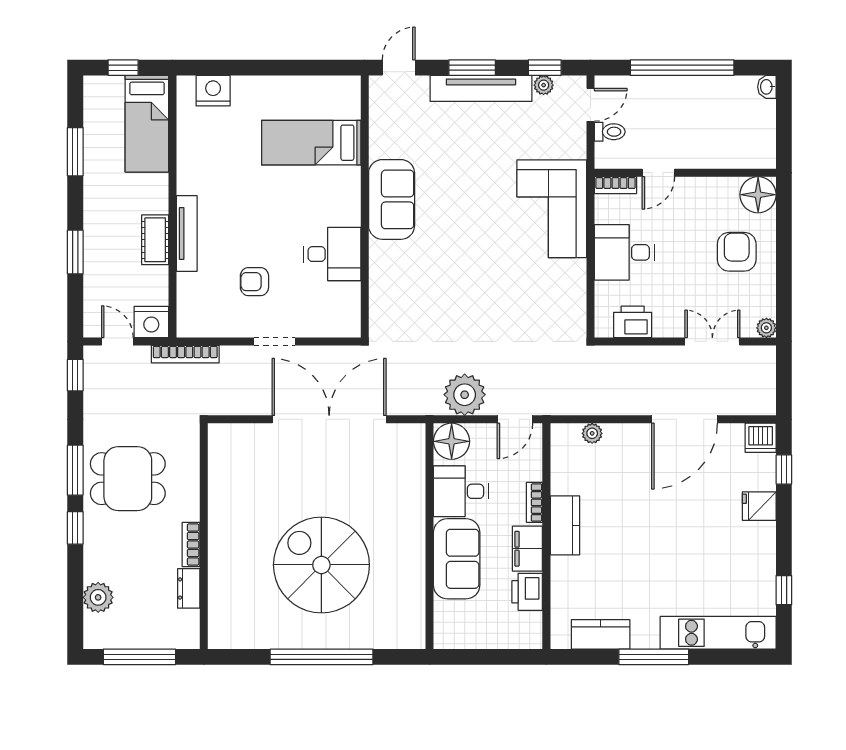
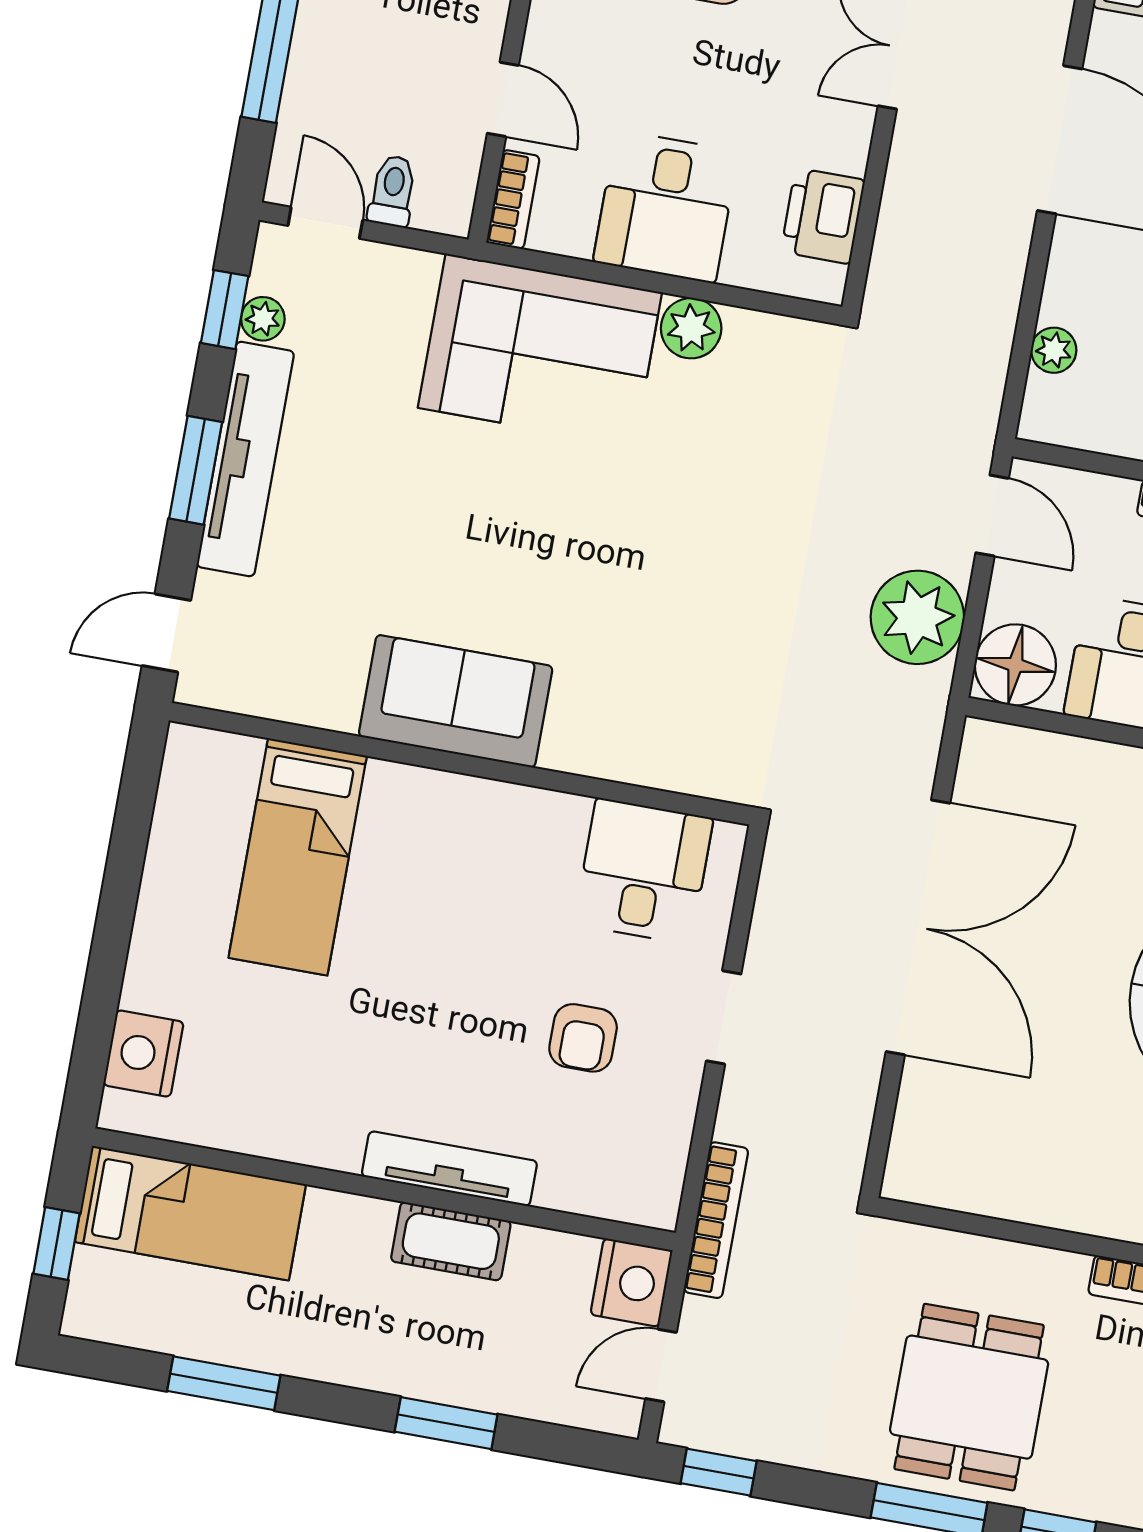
door: (399, 68) -> (166, 633), hinge flipped
desk: (332, 254) -> (644, 871), moved
plant: (573, 273) -> (691, 328), added
double door: (329, 419) -> (918, 927), swing flipped

